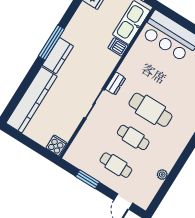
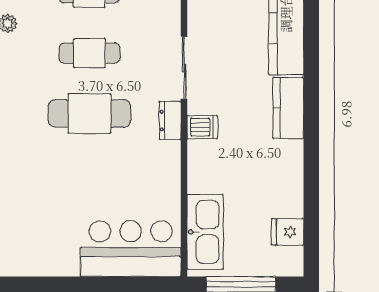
window: (51, 42) -> (311, 122), removed
dishwasher: (118, 47) -> (202, 127), moved

